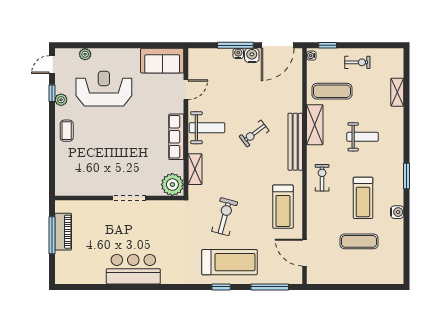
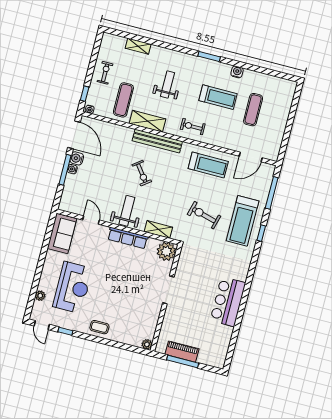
reception desk: (104, 89) -> (73, 287), turned 180
plant: (61, 100) -> (147, 344), moved
treadmill: (230, 262) -> (243, 221), turned 180

